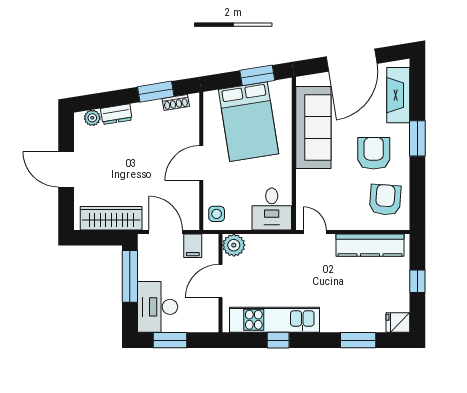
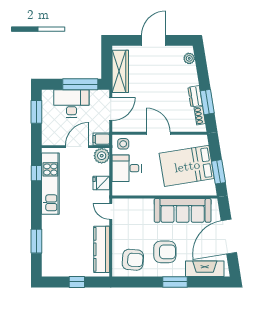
door: (352, 60) -> (229, 237), hinge flipped
dresser: (116, 114) -> (195, 96), moved
desk: (272, 209) -> (127, 168), moved
door: (315, 232) -> (111, 211), swing flipped
filing cabinet: (193, 246) -> (101, 139), moved
door: (221, 281) -> (77, 147), hinge flipped
desk: (158, 307) -> (71, 103), moved
fridge: (398, 322) -> (101, 183), moved, turned -90
window: (278, 340) -> (36, 173), moved

